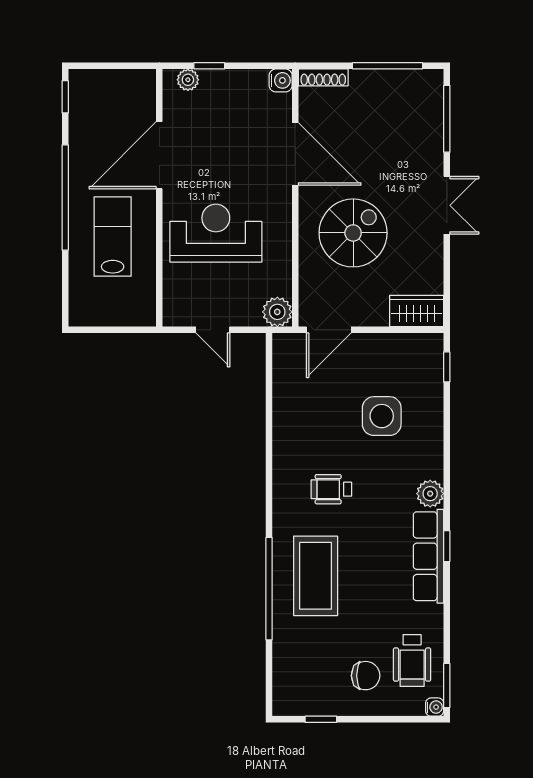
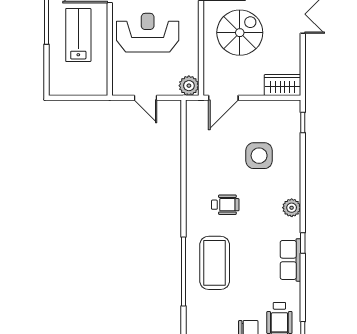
wheelchair: (331, 489) -> (225, 205), turned 180
row of seats: (429, 556) -> (290, 260), width x0.68

